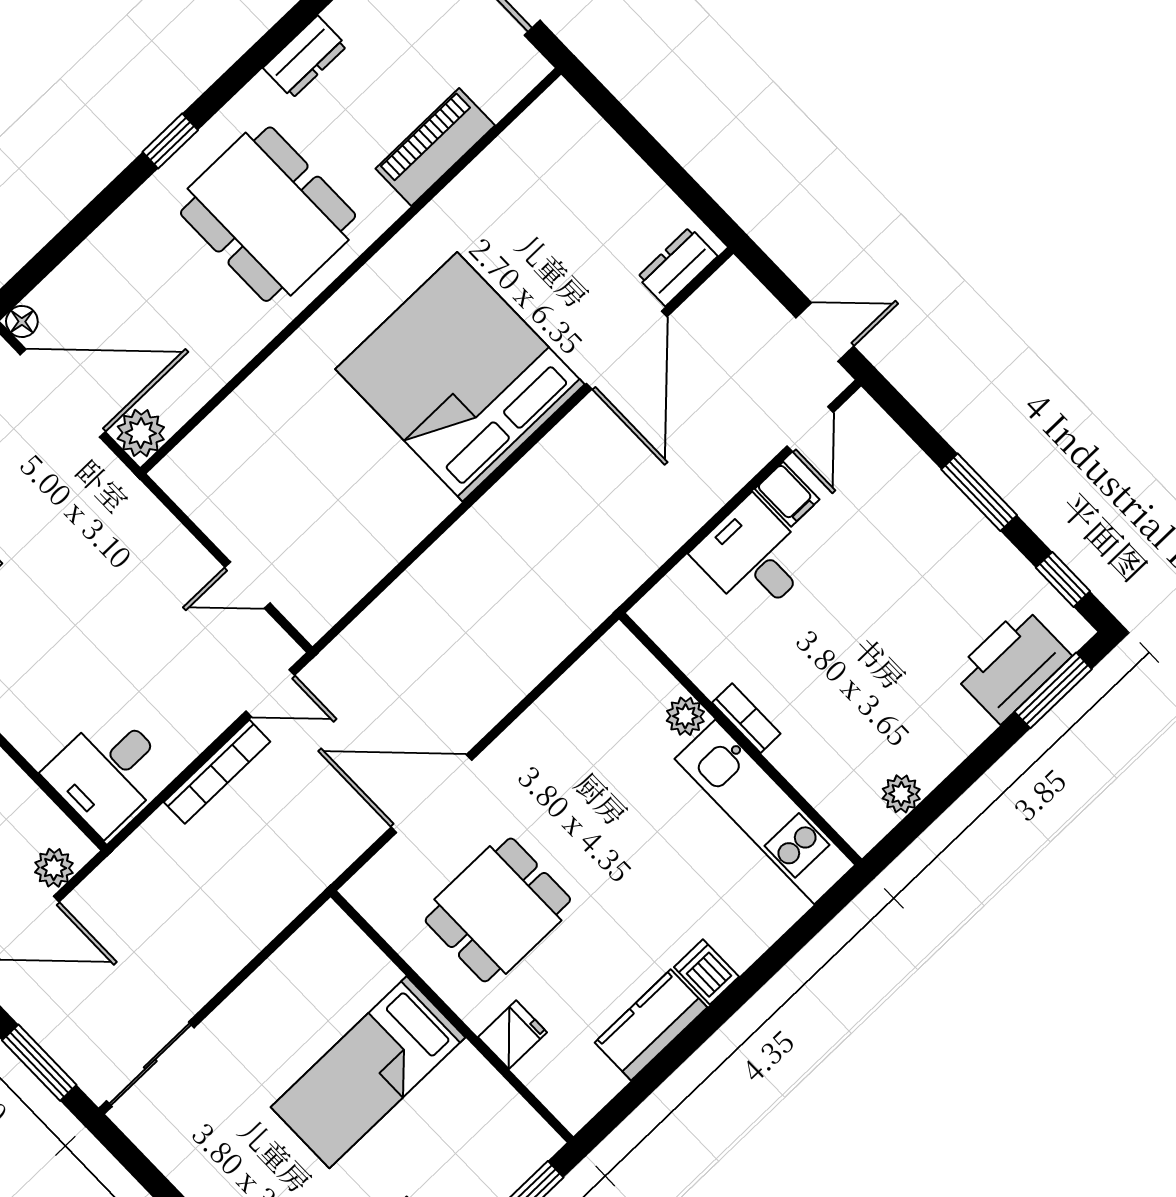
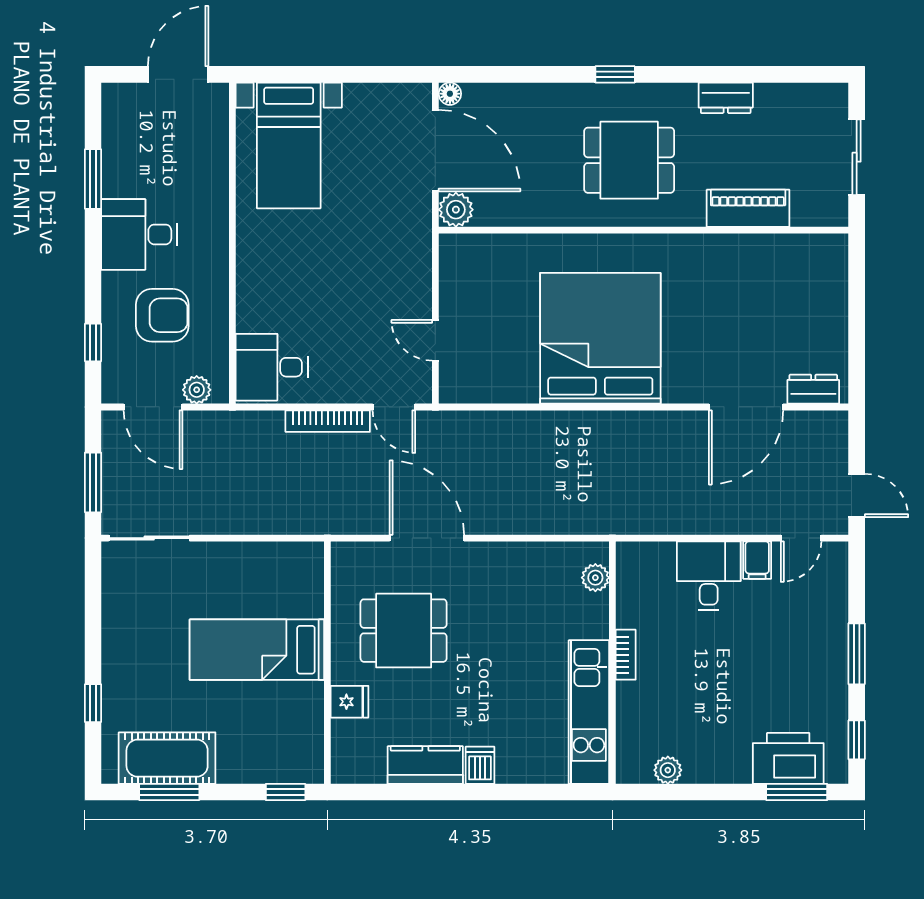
dining table: (268, 214) -> (629, 160), width x0.73
bed: (460, 377) -> (600, 338), moved
plant: (685, 716) -> (595, 578), moved

